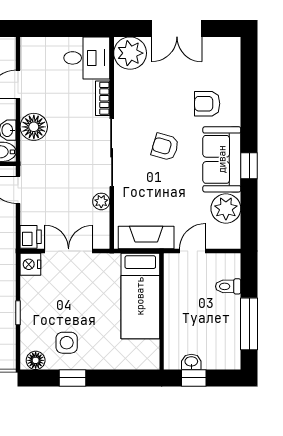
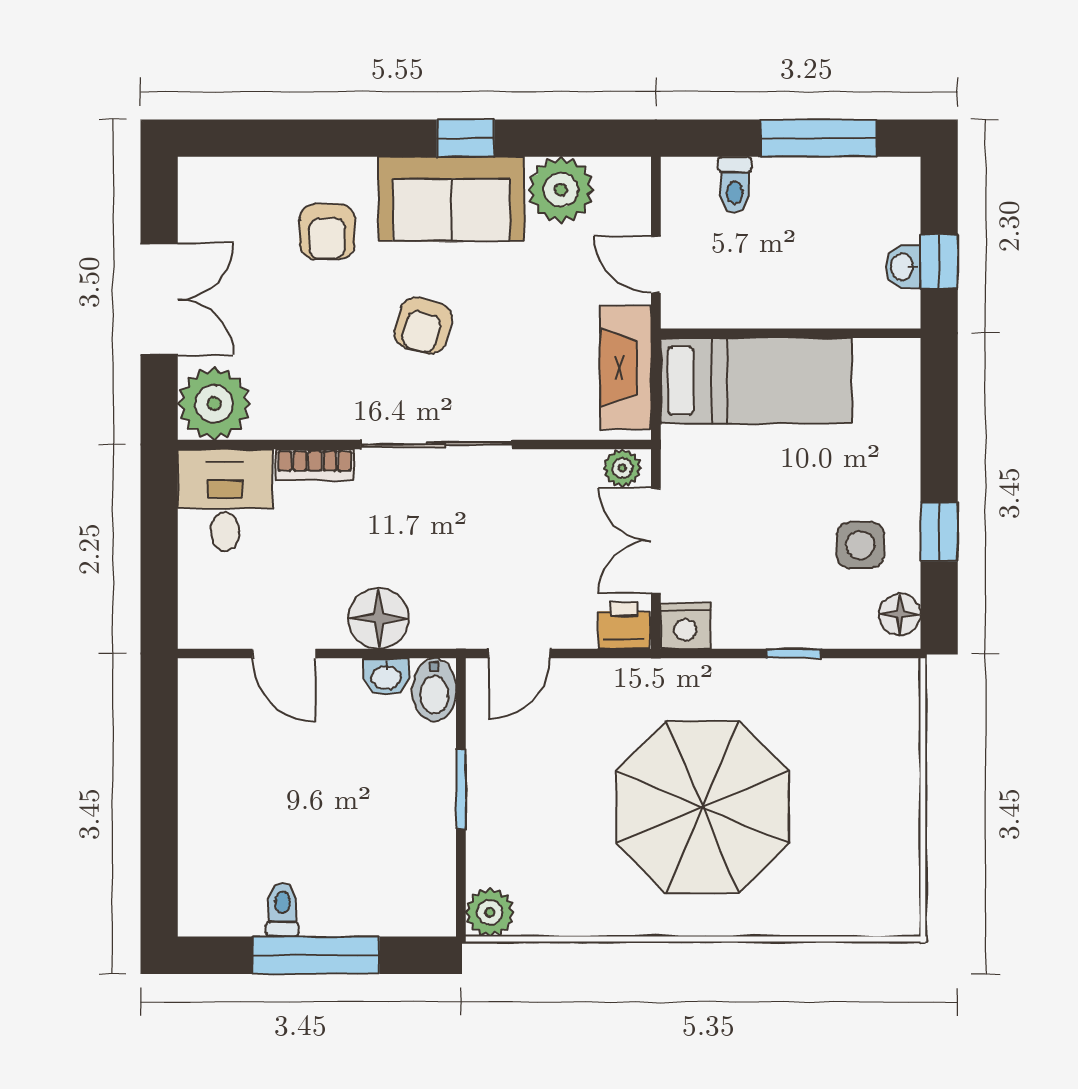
plant: (101, 201) -> (622, 468), moved

